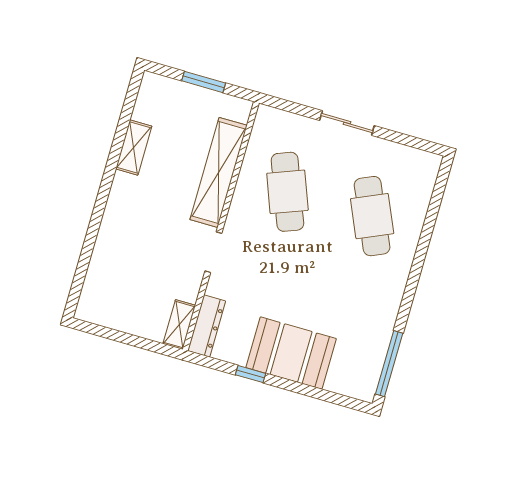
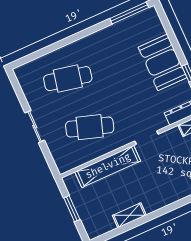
cafe table: (287, 192) -> (90, 127), turned 39
cafe table: (372, 216) -> (68, 79), turned 36

